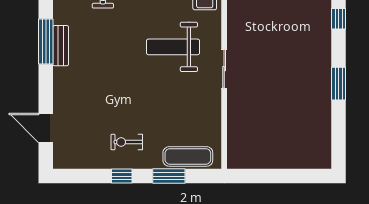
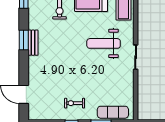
window: (46, 41) -> (24, 40), width x0.69

